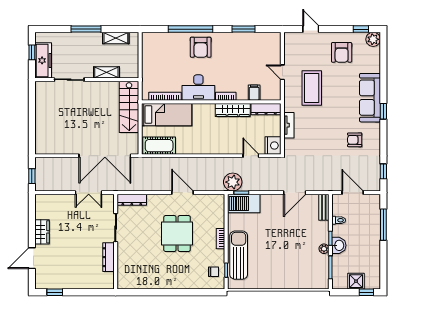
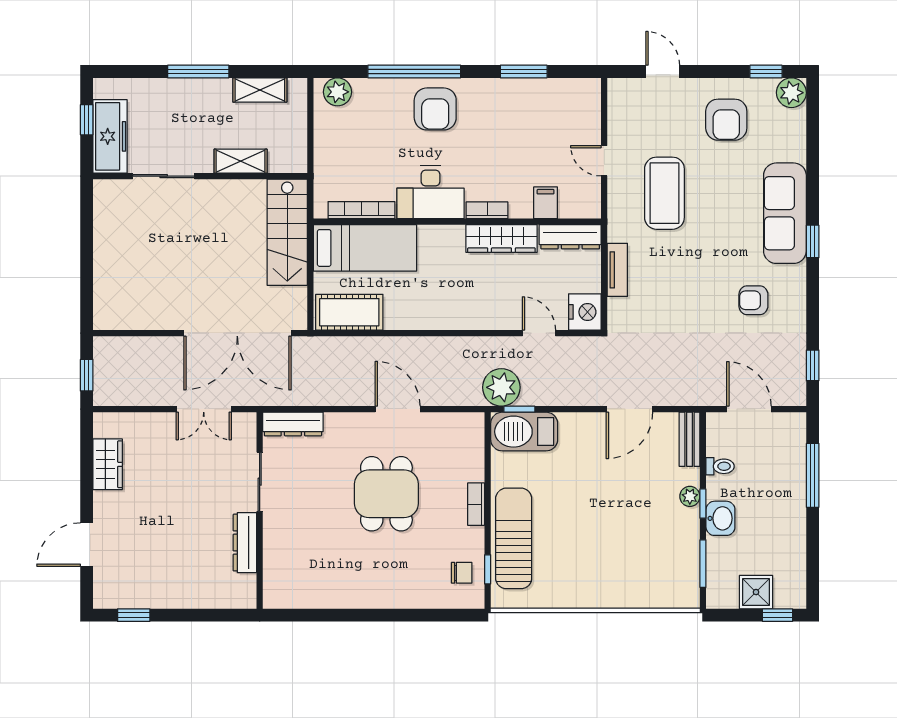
plant: (153, 39) -> (337, 92), added
wardrobe: (42, 232) -> (108, 464), moved
plant: (324, 249) -> (690, 496), moved

